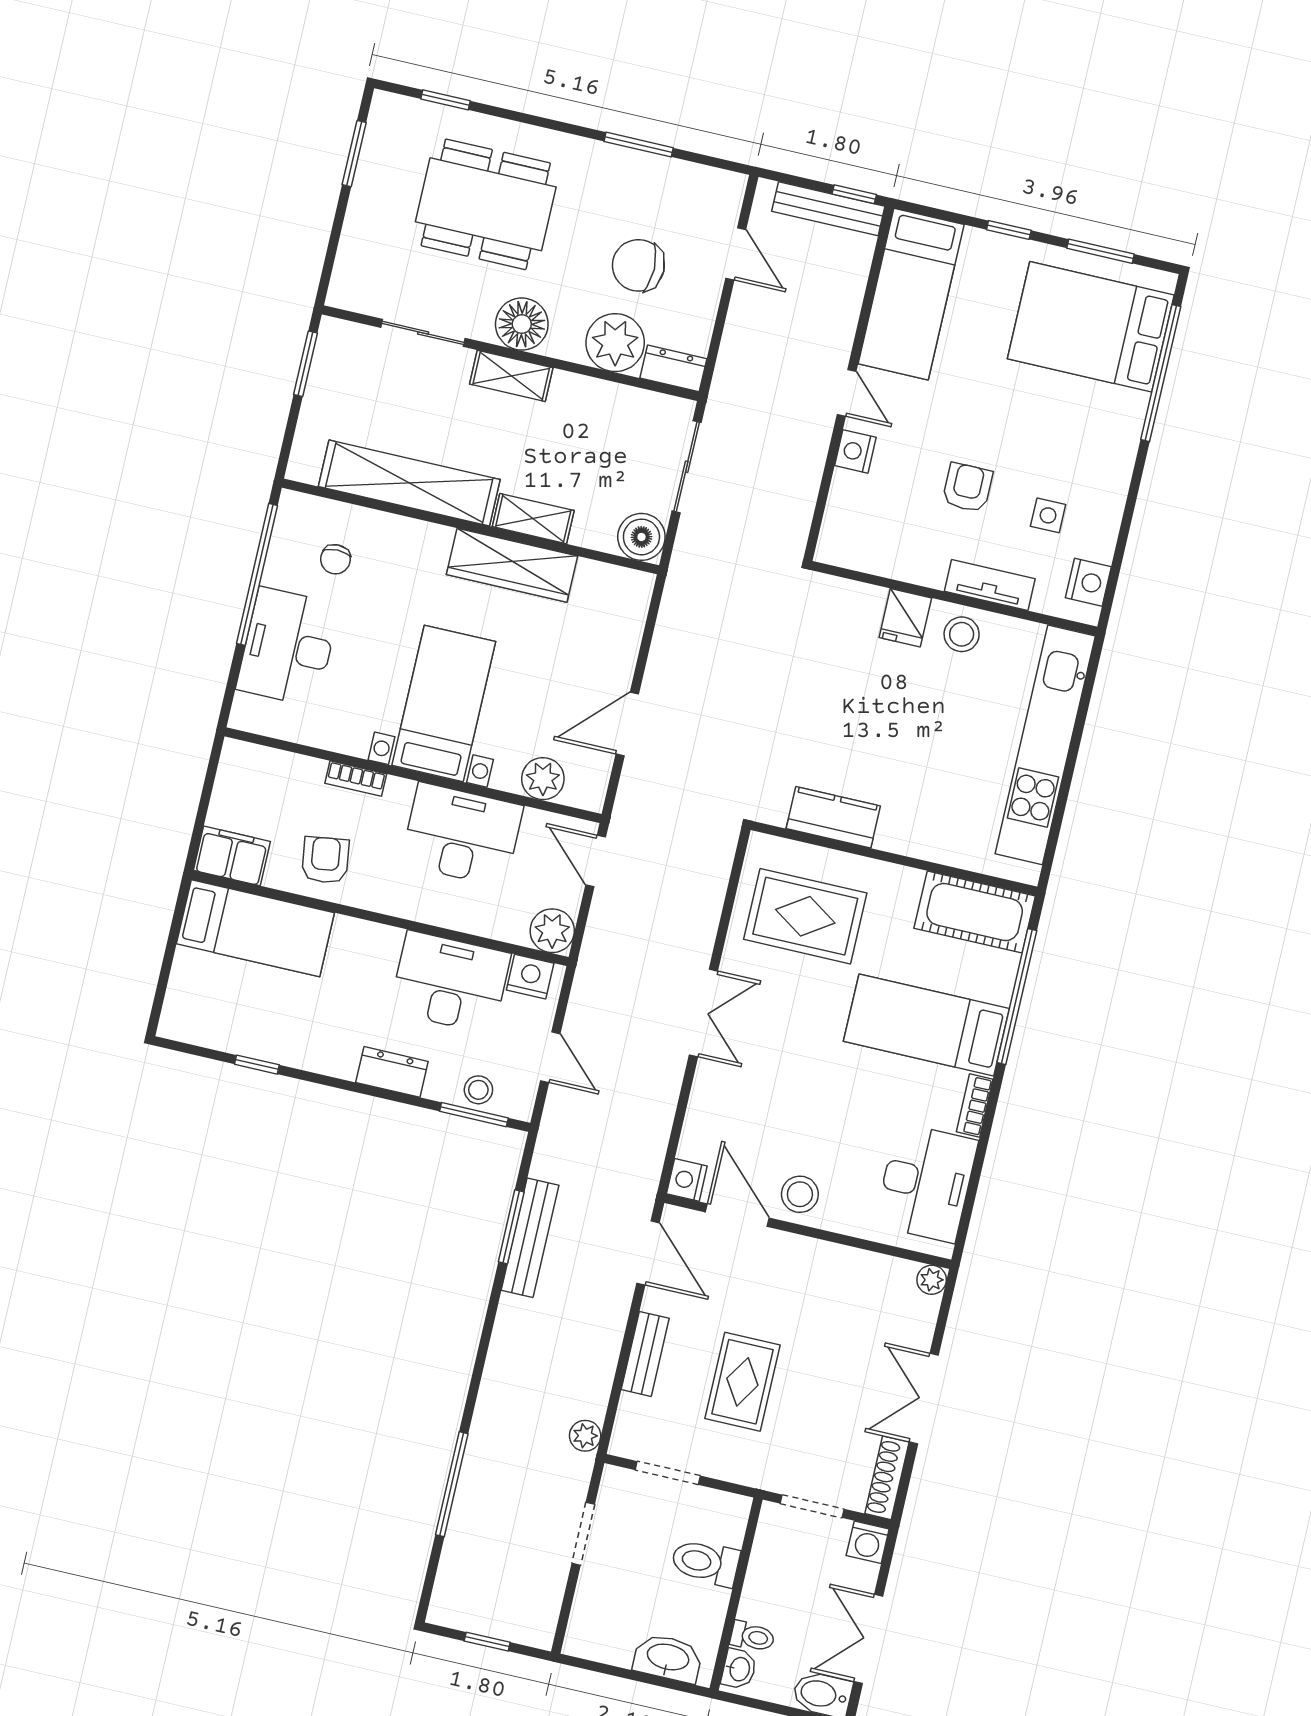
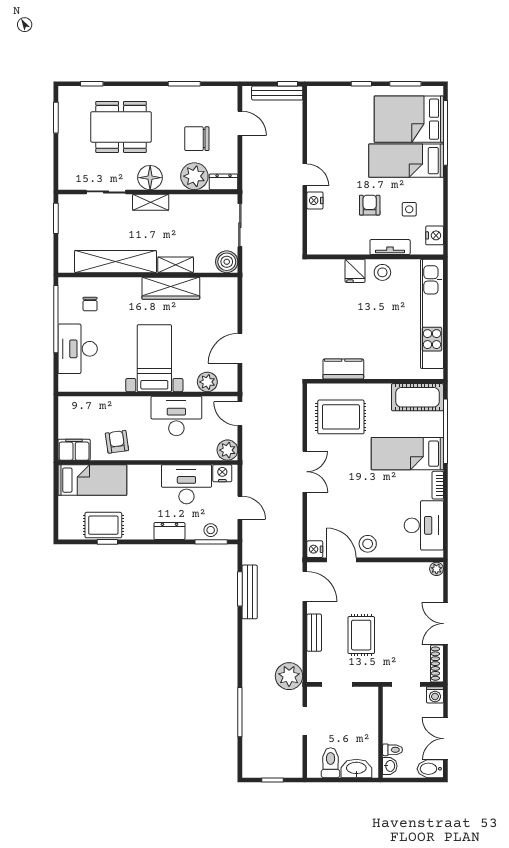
bed: (911, 294) -> (406, 161), moved, turned 90
bookcase: (356, 779) -> (122, 402), removed
rug: (257, 1028) -> (103, 525), added
plant: (585, 1436) -> (289, 676), width x1.88, depth x1.88
toilet: (705, 1562) -> (331, 763), moved, turned 90

